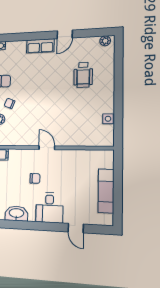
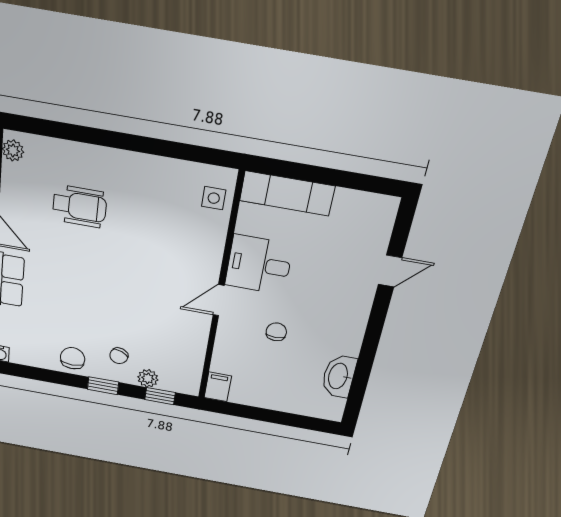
side table: (108, 119) -> (214, 198), moved
exam couch: (106, 191) -> (287, 193), moved
desk: (49, 208) -> (259, 265), moved, turned 180

